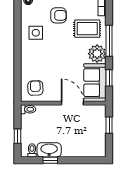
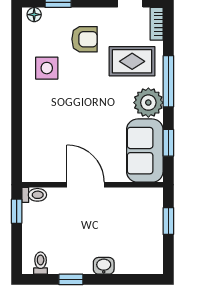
armchair: (35, 88) -> (46, 160), removed
door: (72, 103) -> (85, 185), moved
window: (18, 136) -> (17, 211), moved
washbasin: (49, 150) -> (104, 266), moved, width x0.52, depth x0.69

